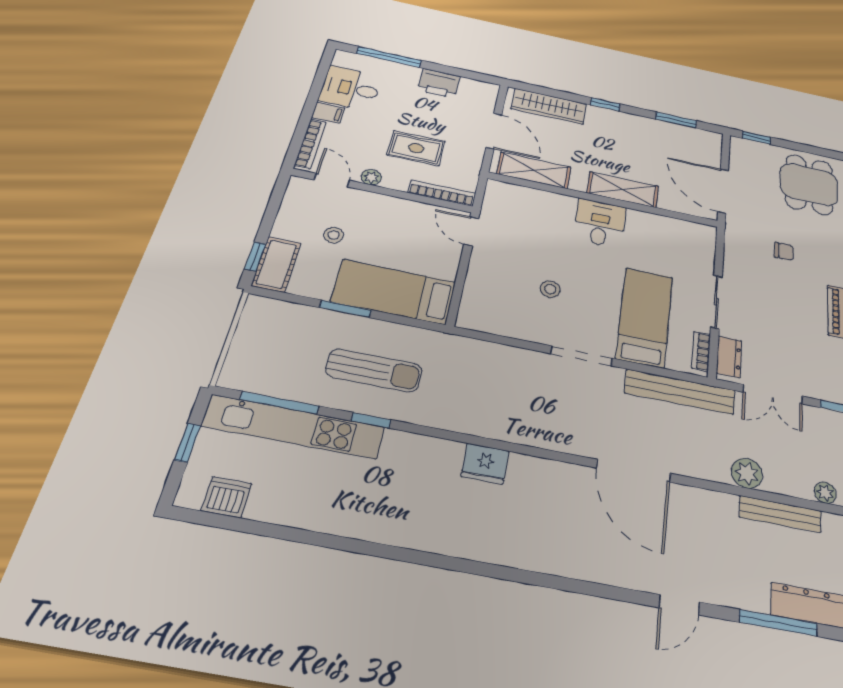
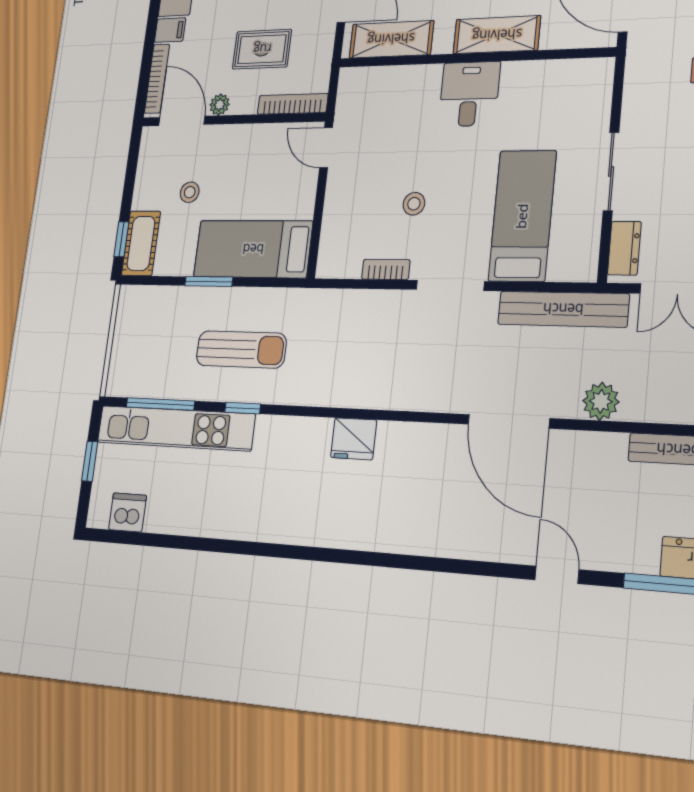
door: (332, 180) -> (182, 121), width x1.38
bookcase: (701, 351) -> (386, 269), moved, turned 90
plant: (747, 473) -> (601, 401), moved
door: (679, 605) -> (557, 575), swing flipped

